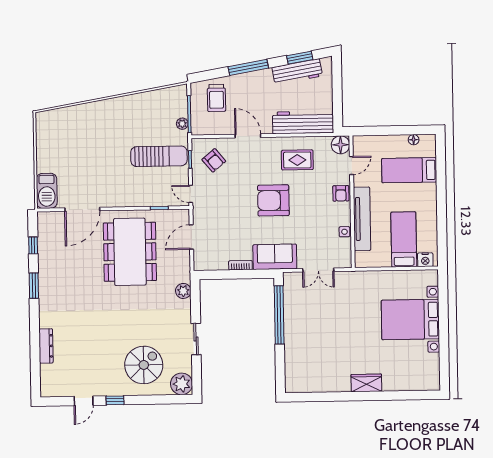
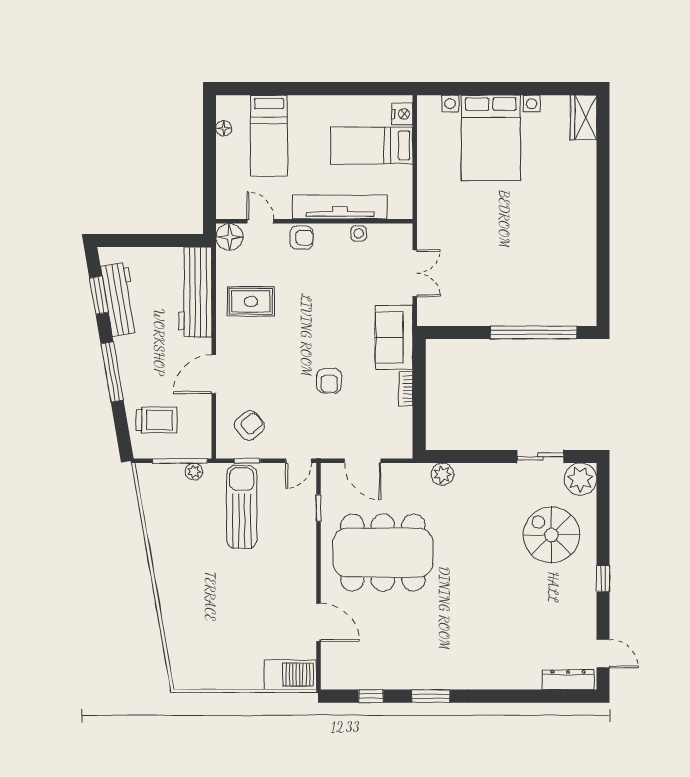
rug: (297, 160) -> (251, 301), turned 90
armchair: (273, 200) -> (329, 381), moved, width x0.53, depth x0.53
door: (82, 209) -> (319, 622), width x0.73
window: (279, 315) -> (533, 332), moved
sliding door: (196, 339) -> (541, 457), moved
dresser: (46, 346) -> (568, 680), moved
wardrobe: (366, 383) -> (584, 118), moved
door: (84, 401) -> (603, 654), moved

